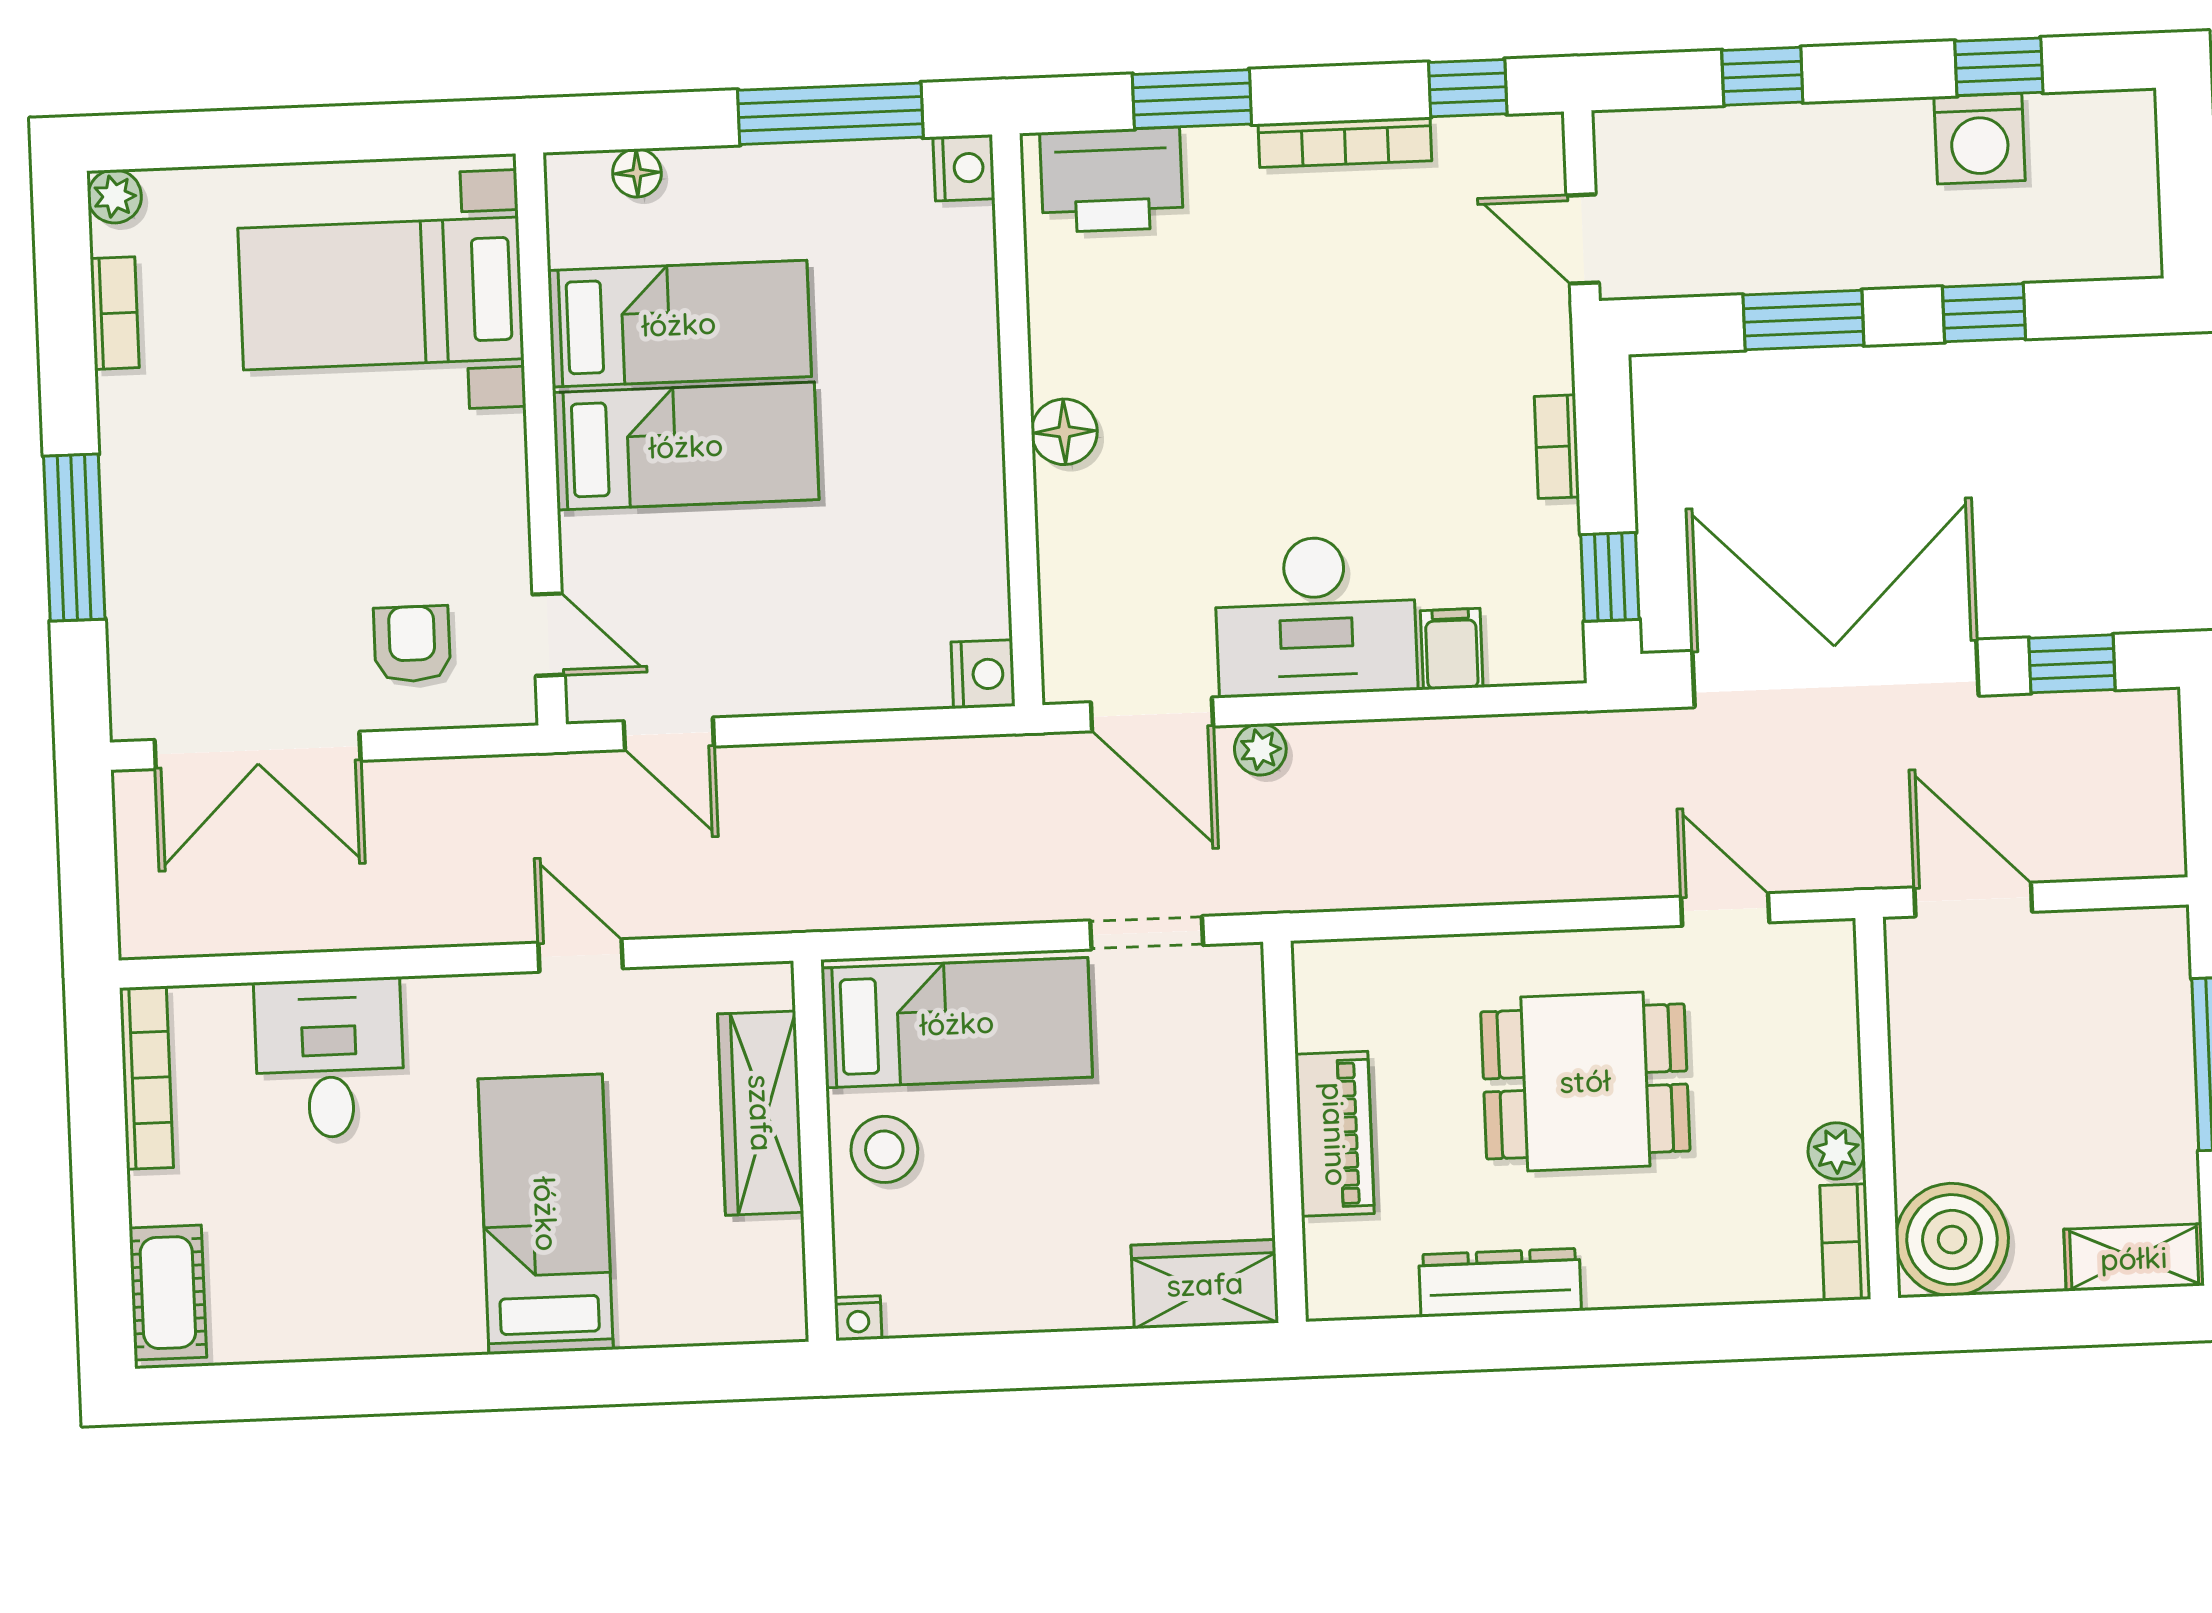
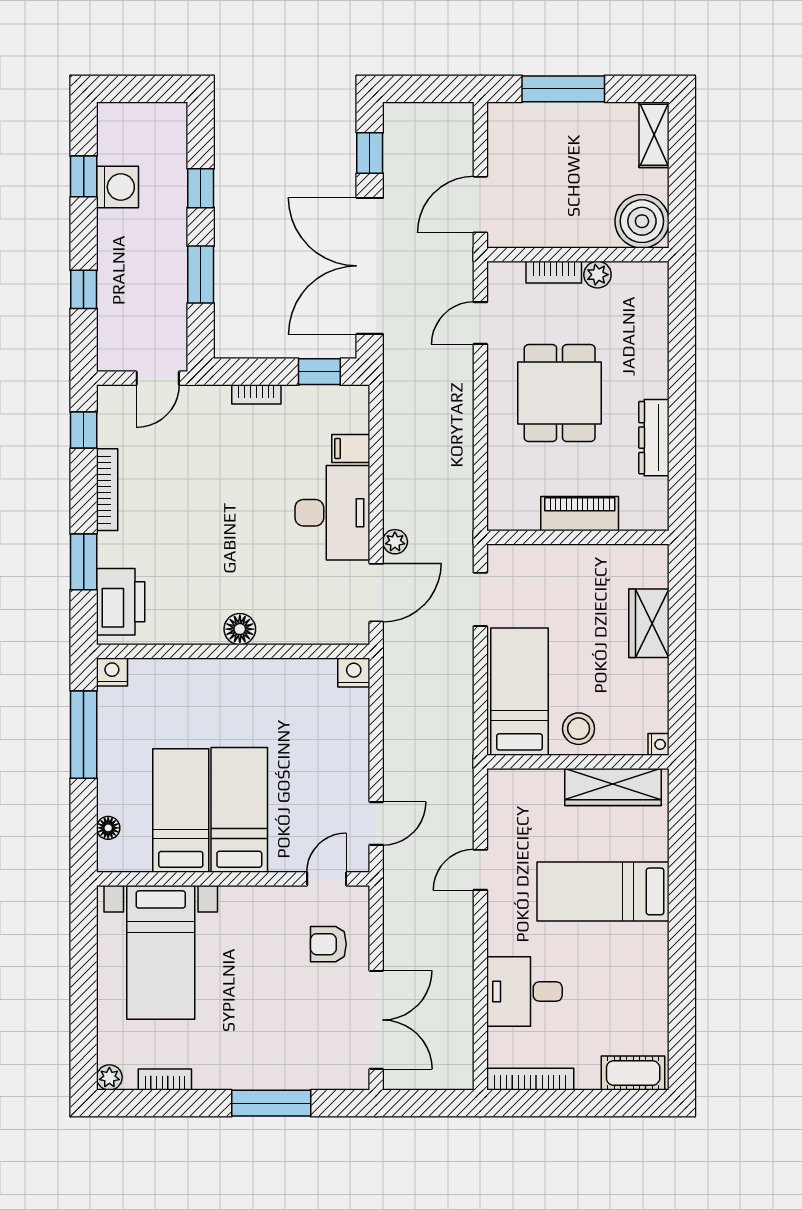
wardrobe: (761, 1113) -> (613, 787), moved
bookcase: (1845, 1242) -> (554, 272), moved
wardrobe: (1205, 1284) -> (649, 623), moved

